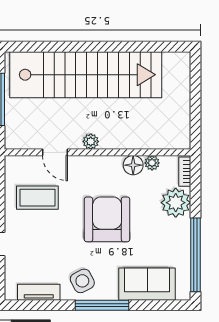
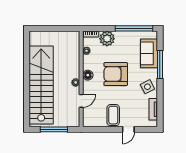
floor lamp: (133, 165) -> (88, 75), moved
coffee table: (37, 198) -> (113, 115), moved
window: (102, 305) -> (160, 65), moved

